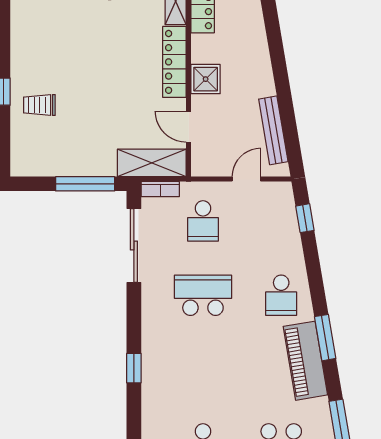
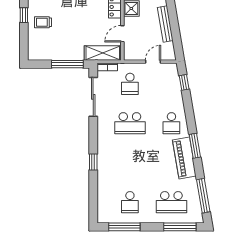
door: (189, 127) -> (122, 34), hinge flipped
bench: (273, 130) -> (165, 24), moved
school desk: (203, 295) -> (130, 123), turned 180

